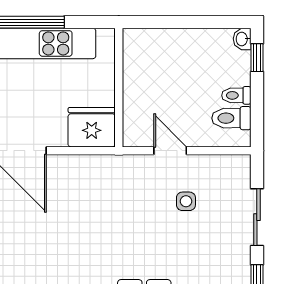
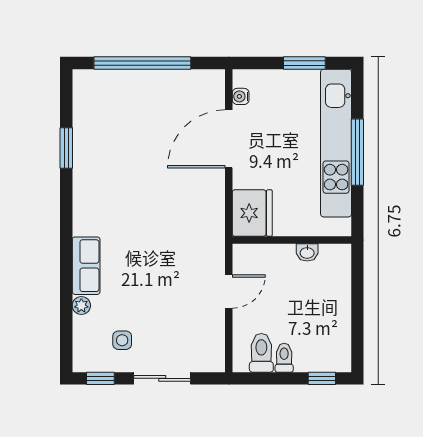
washbasin: (242, 39) -> (307, 252), moved, turned 180
side table: (186, 201) -> (122, 340), moved

